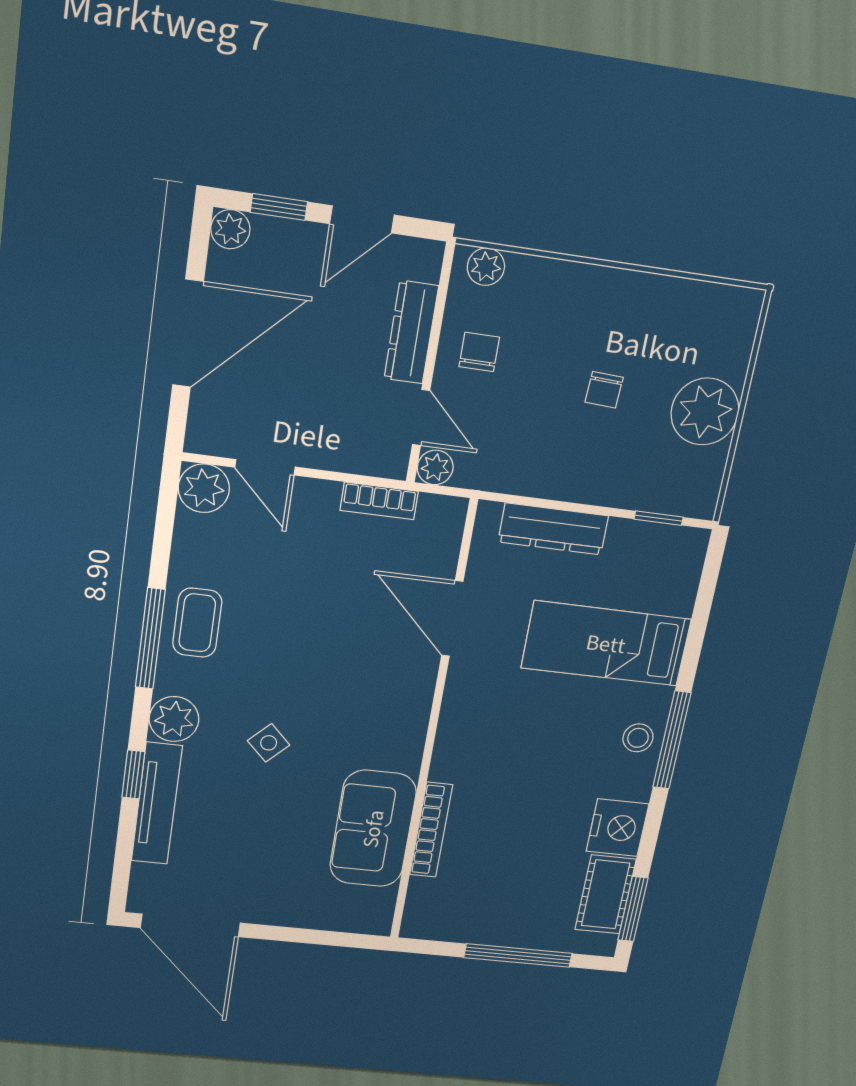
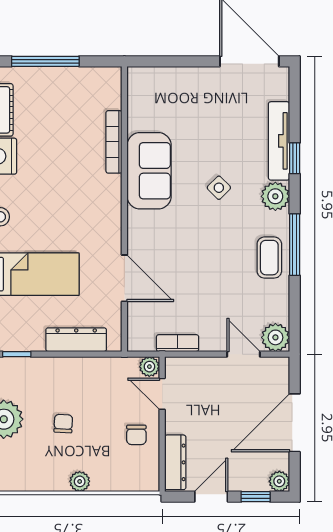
plant: (486, 267) -> (80, 481), moved
dresser: (411, 332) -> (175, 462), moved
sofa: (373, 829) -> (149, 171), moved

